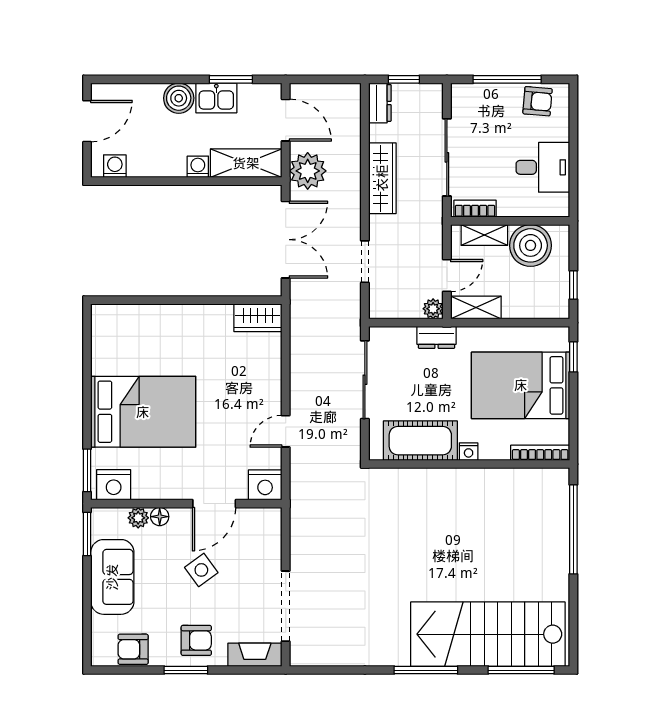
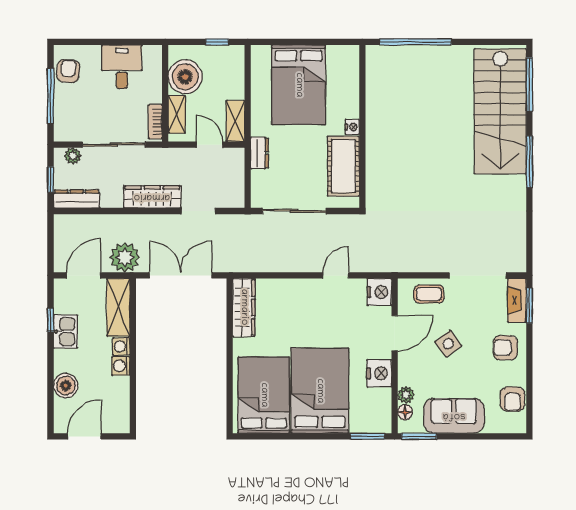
window: (231, 79) -> (50, 320), width x0.67
boiler: (179, 98) -> (66, 386), moved
dresser: (380, 103) -> (77, 199), width x1.44
door: (87, 121) -> (84, 436), hinge flipped
washing machine: (115, 166) -> (121, 366), moved
wardrobe: (382, 178) -> (152, 197), moved
plant: (433, 309) -> (73, 156), moved
wardrobe: (258, 318) -> (244, 307), width x1.50
bed: (138, 342) -> (264, 395), added
window: (573, 357) -> (276, 42), removed
door: (286, 431) -> (336, 275), swing flipped
bookcase: (540, 453) -> (353, 69), removed
nightstand: (114, 485) -> (379, 373), moved
door: (214, 504) -> (395, 333), hinge flipped
floor lamp: (160, 517) -> (405, 412), moved
coffee table: (262, 546) -> (429, 294), added
armchair: (196, 640) -> (505, 348), turned -90
window: (186, 670) -> (529, 306), moved

